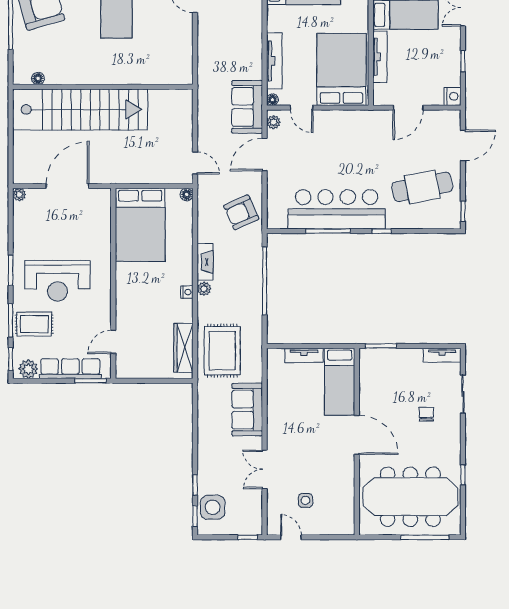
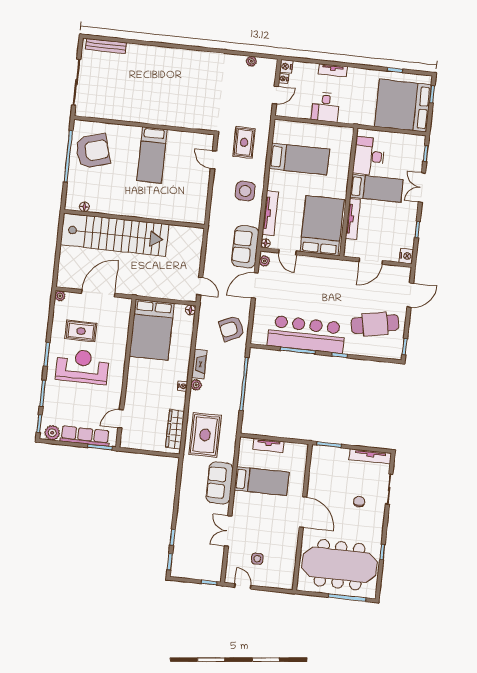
reception desk: (57, 281) -> (82, 366), turned 180
rug: (34, 324) -> (81, 331), moved
tv unit: (442, 355) -> (370, 456), width x1.41
bed: (340, 382) -> (262, 481), moved, turned -90
side table: (213, 507) -> (245, 191), moved

